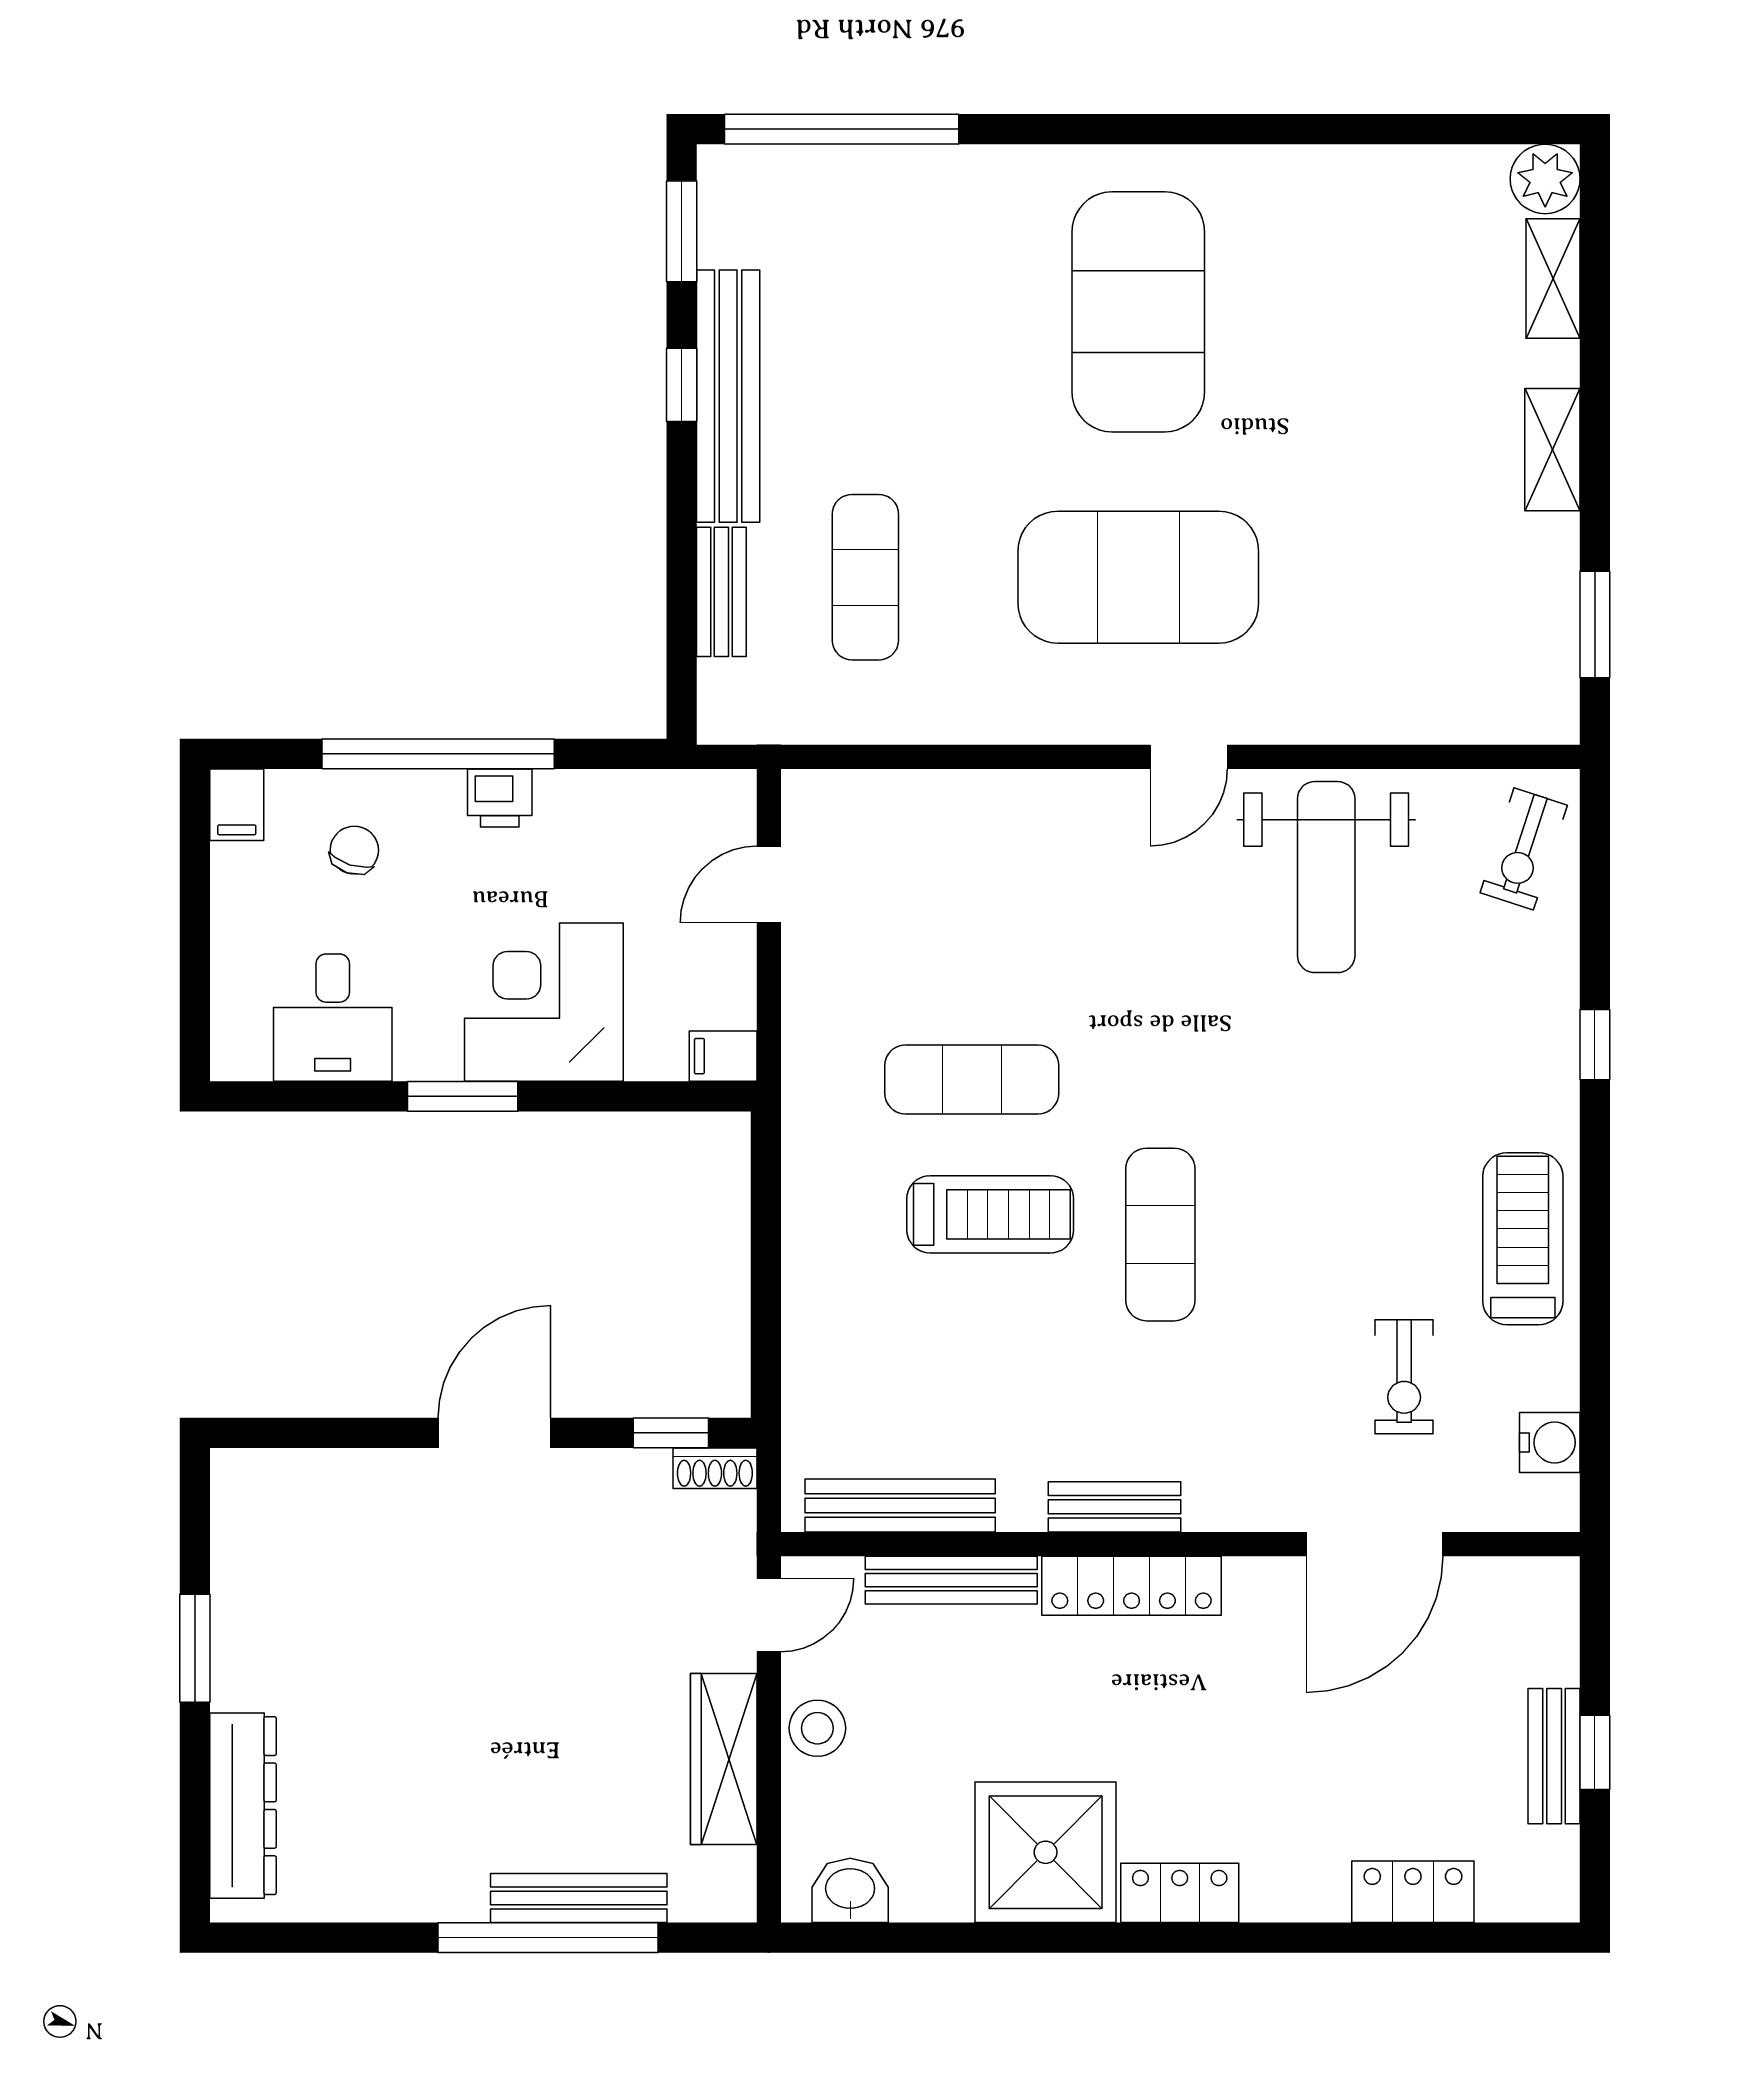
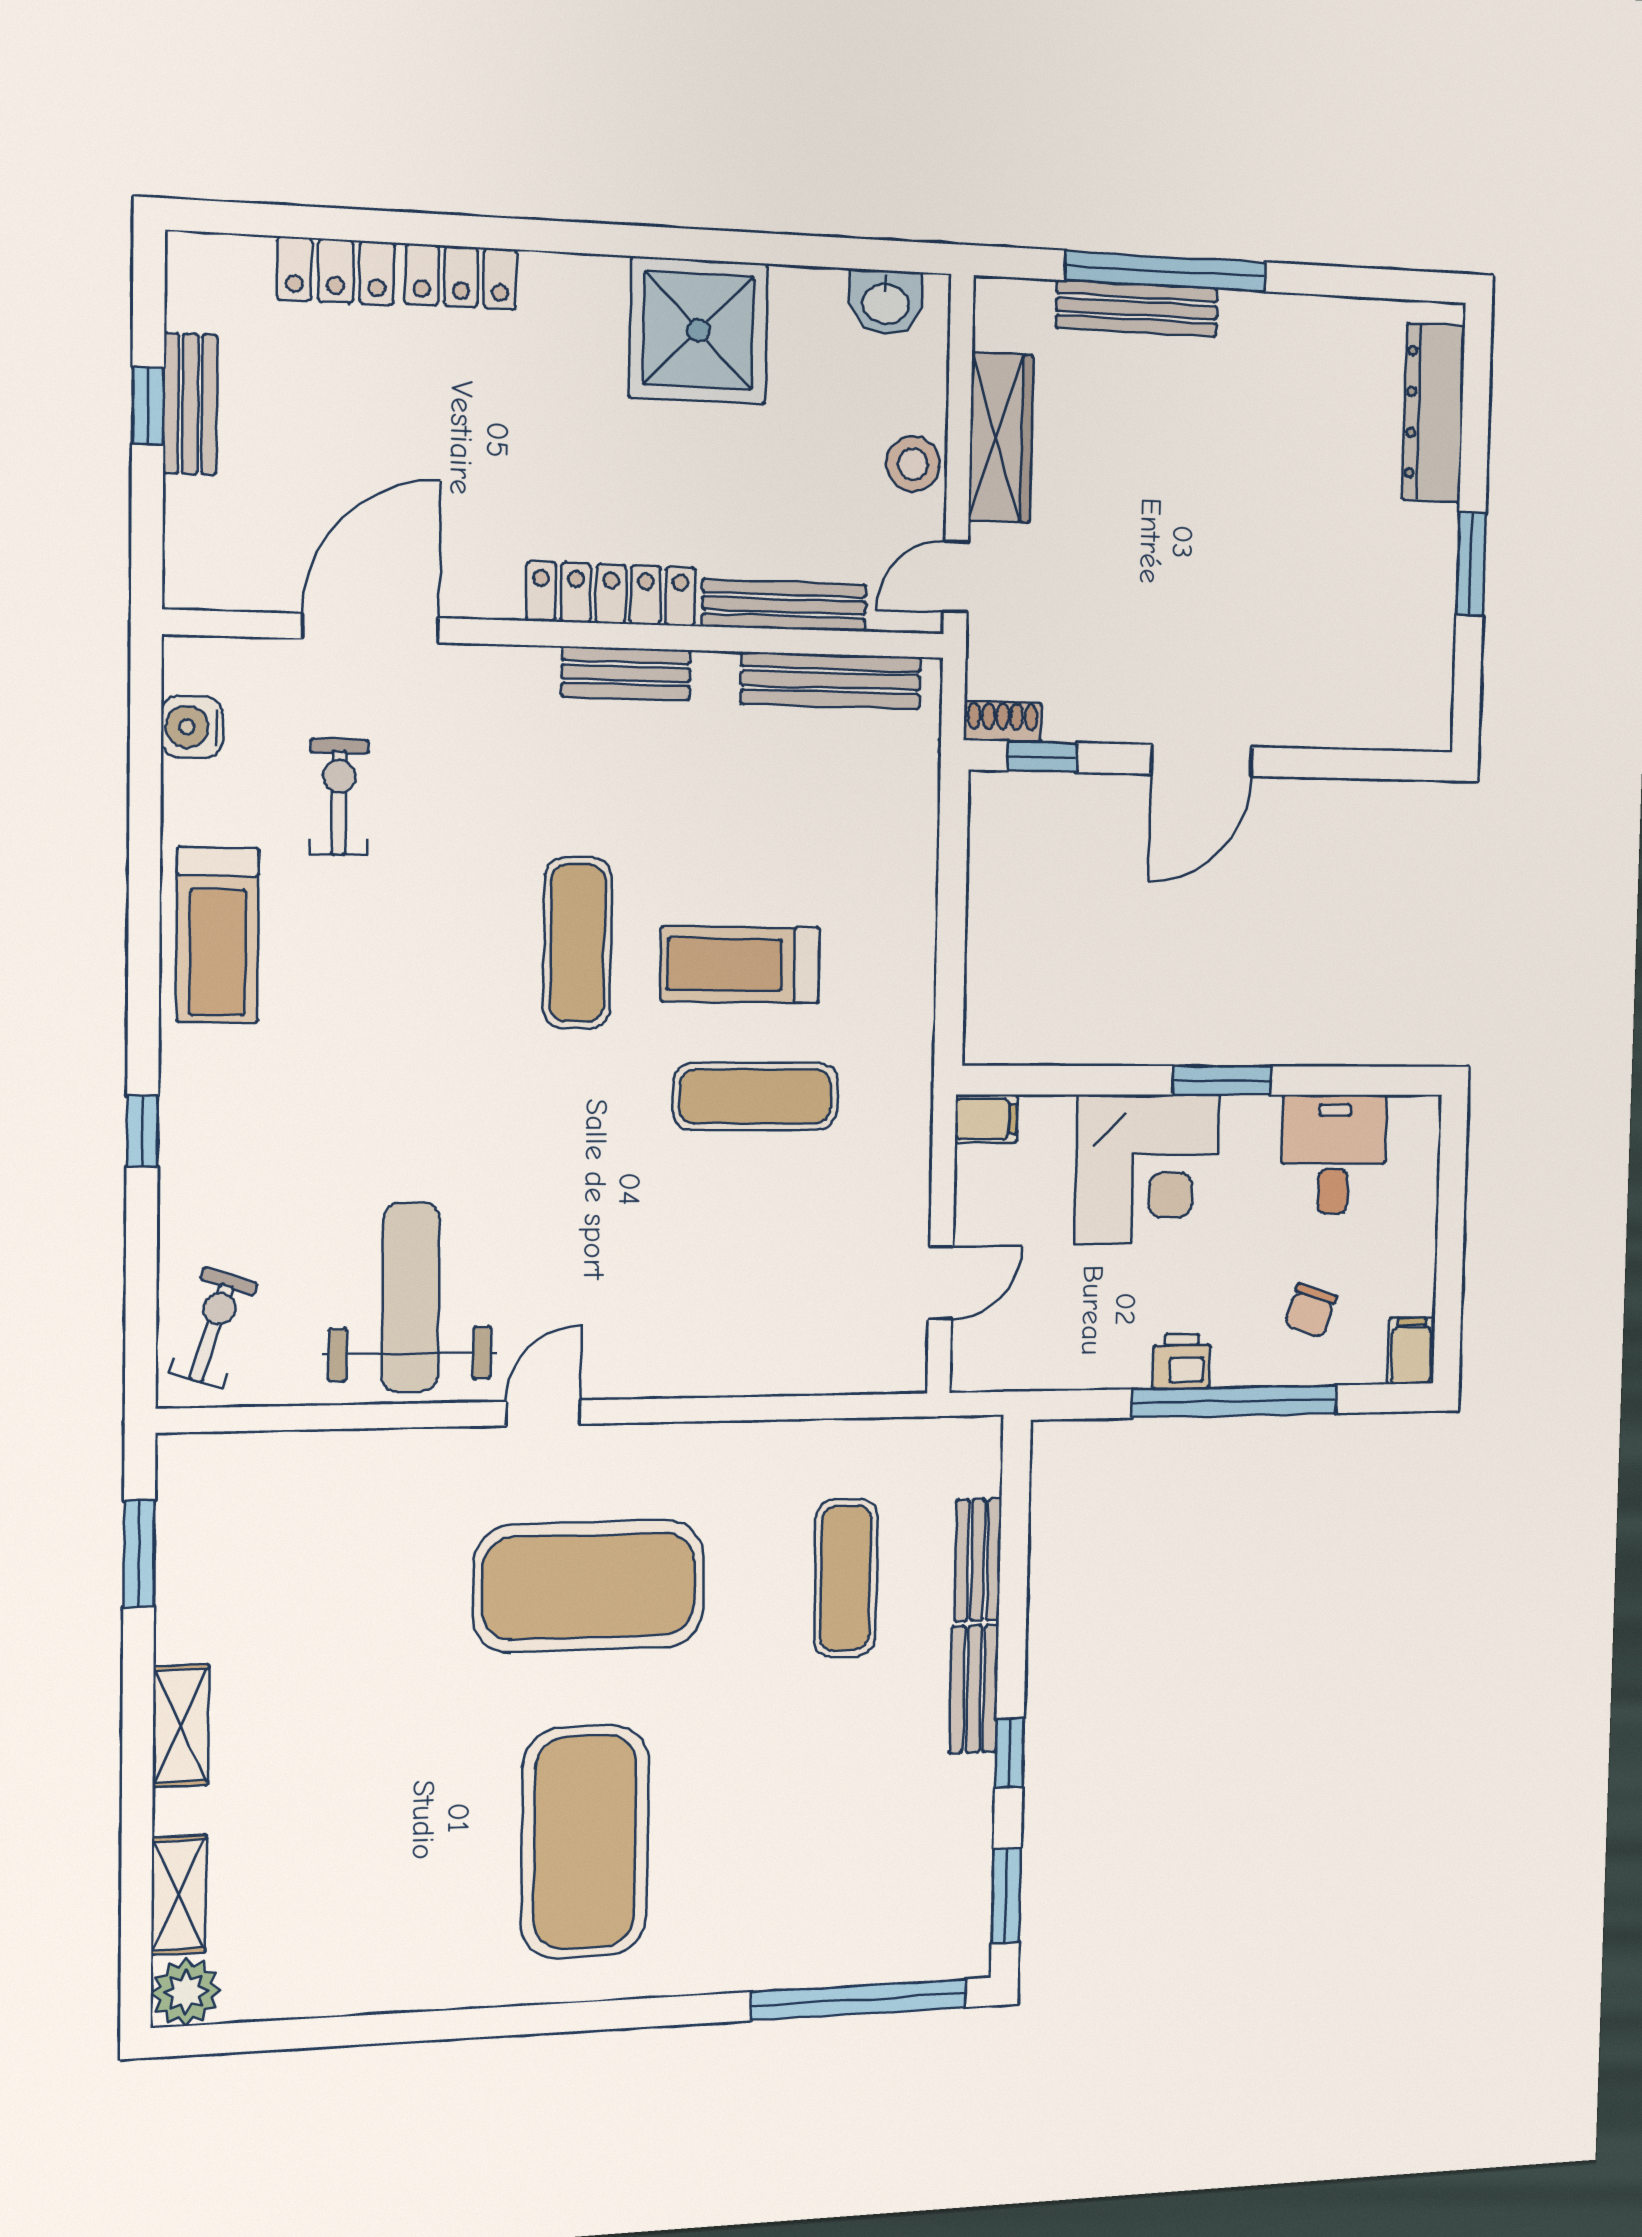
bench: (728, 396) -> (974, 1689), width x0.54, depth x0.82
locker: (1180, 1893) -> (461, 277), moved

